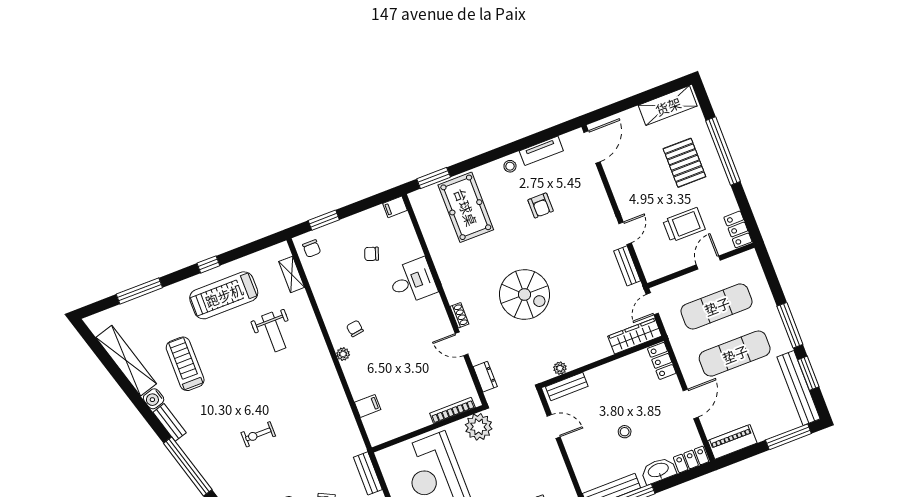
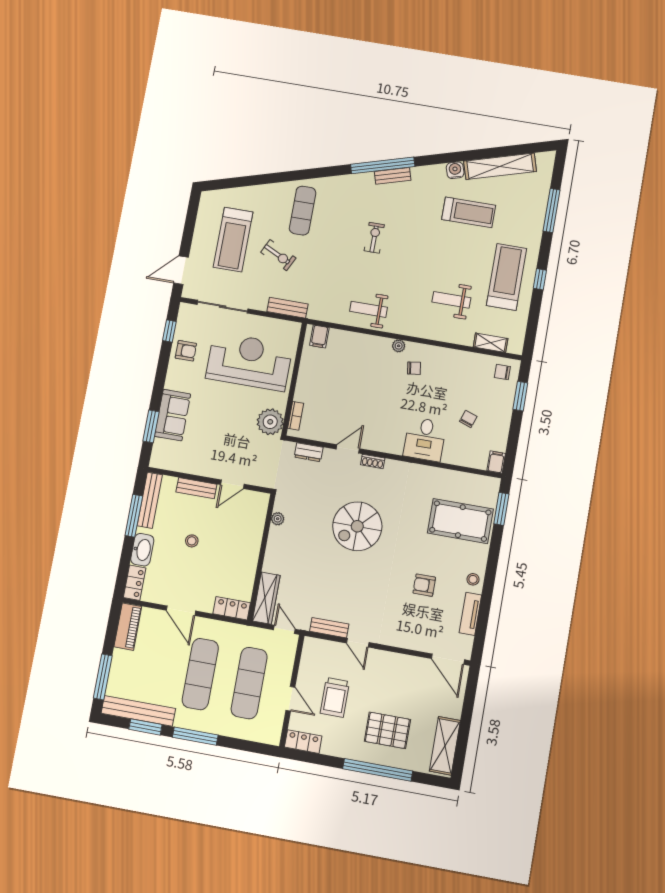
bench: (567, 386) -> (196, 488), moved, turned 90
weight bench: (326, 400) -> (368, 309), added
filing cabinet: (368, 406) -> (319, 336), moved
bookcase: (452, 410) -> (296, 416), width x0.64
bench: (170, 422) -> (393, 176), moved

